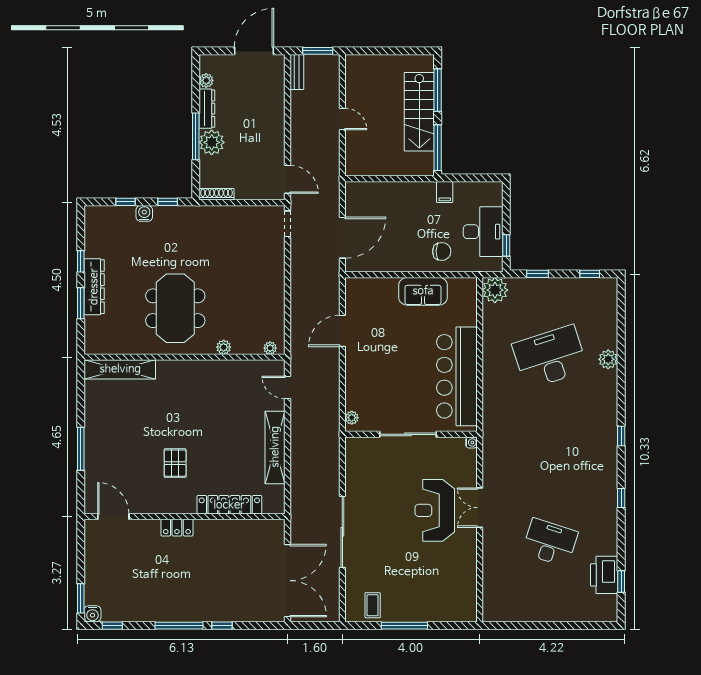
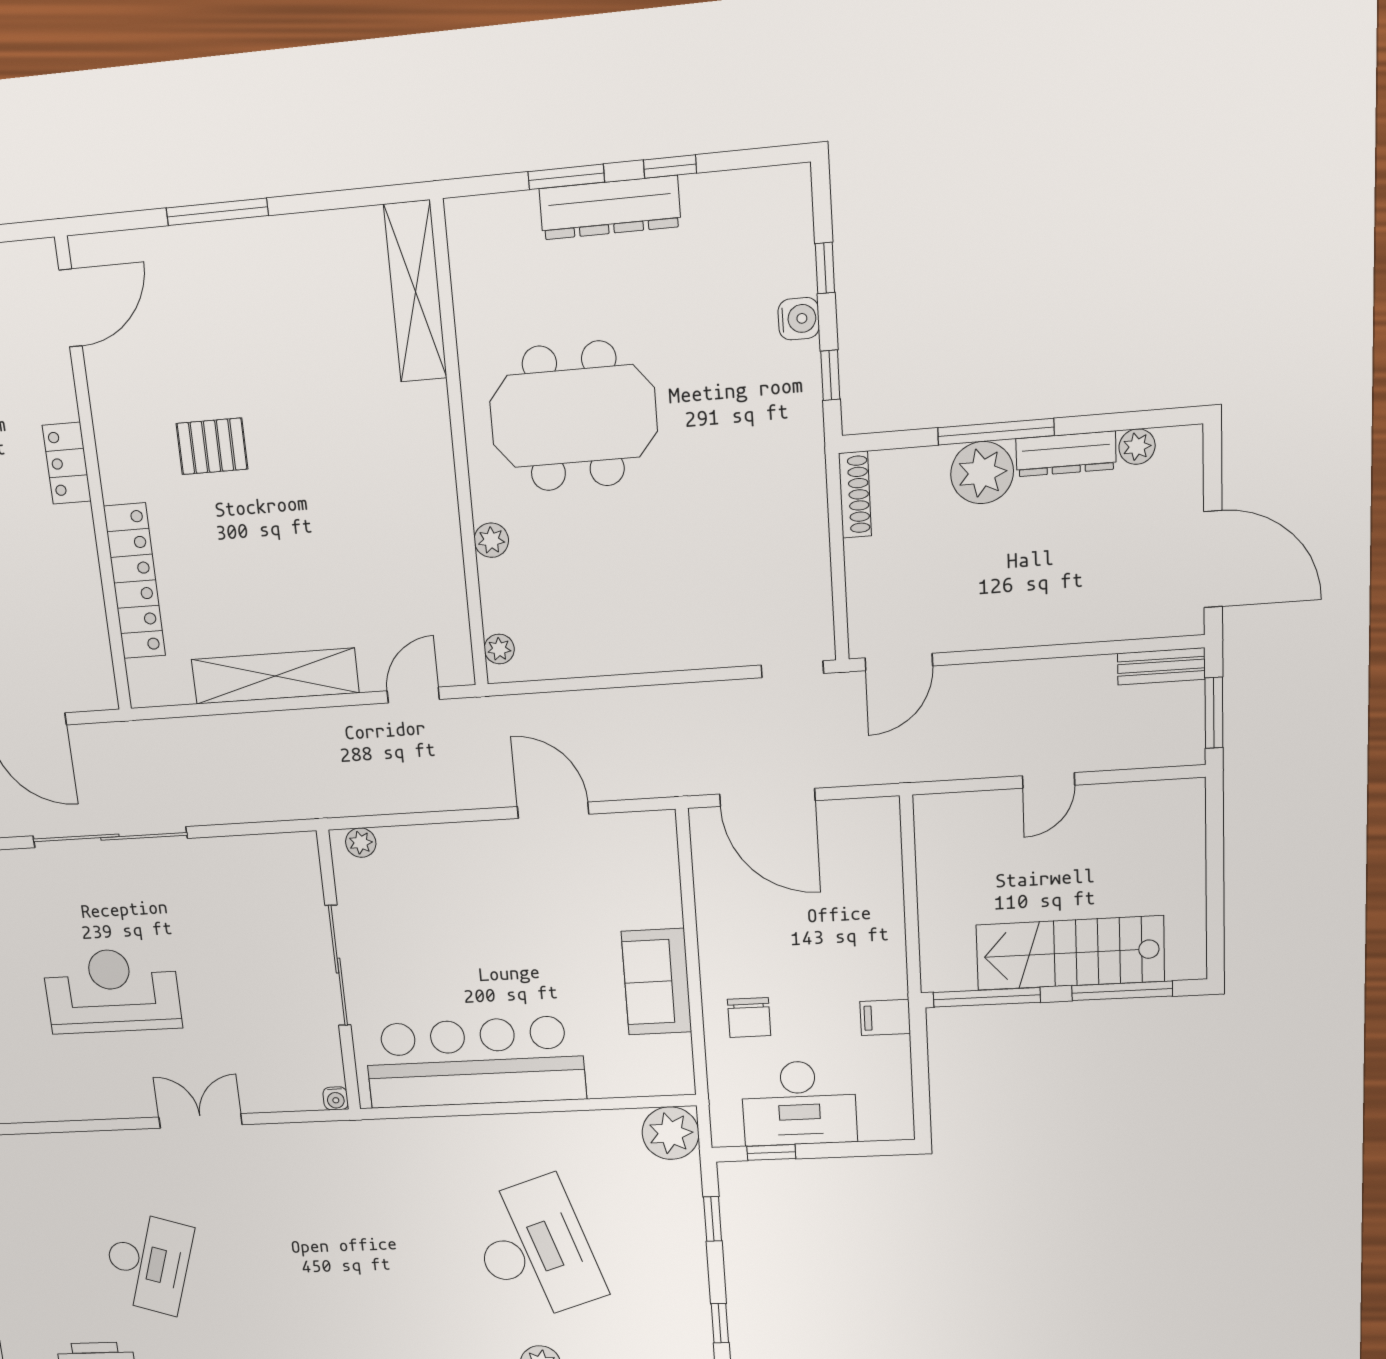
reception desk: (435, 510) -> (112, 991), moved

